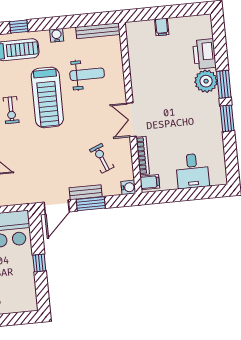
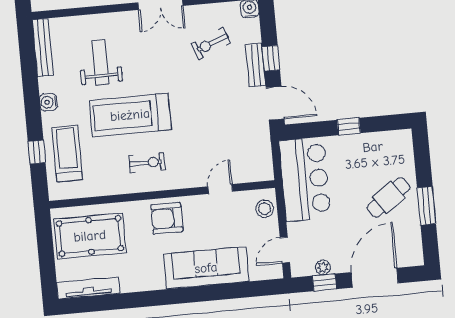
treadmill: (47, 97) -> (130, 115), turned 180
window: (91, 204) -> (271, 58), width x0.67

